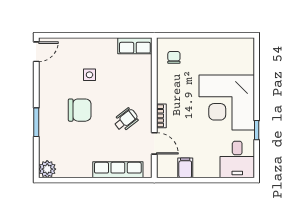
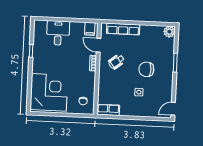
corner desk: (227, 102) -> (49, 92), moved
desk: (237, 159) -> (58, 33), moved
filing cabinet: (185, 168) -> (90, 29), moved

